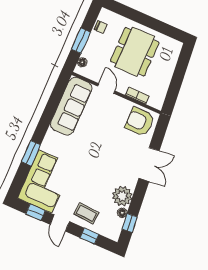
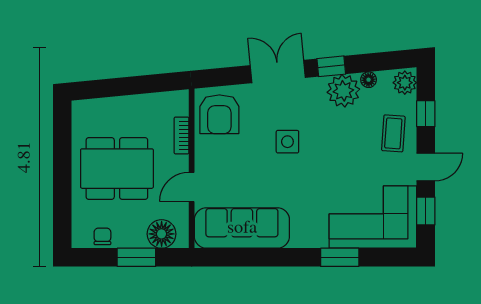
floor lamp: (82, 62) -> (162, 234), width x1.89, depth x1.89
side table: (108, 153) -> (287, 142), added
window: (130, 223) -> (331, 66), moved
plant: (112, 232) -> (405, 83), added

